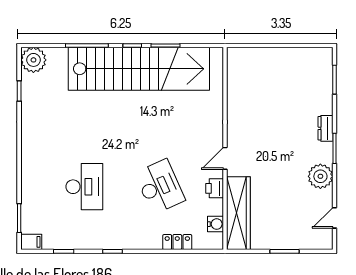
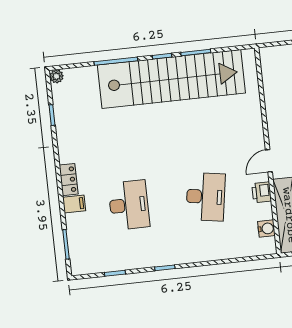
plant: (33, 60) -> (56, 76), width x0.53, depth x0.53
desk: (160, 187) -> (206, 197), turned 33
filing cabinet: (31, 242) -> (74, 204), moved
locker: (177, 242) -> (69, 180), moved, turned 90

